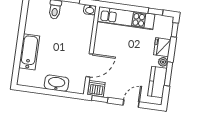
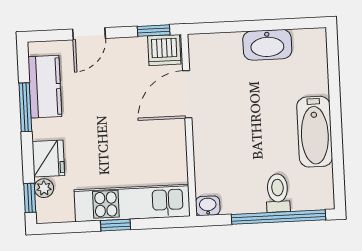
window: (156, 12) -> (116, 225), moved
bathtub: (29, 52) -> (315, 132), moved
plant: (163, 62) -> (44, 188), moved
washbasin: (57, 83) -> (267, 45), moved

